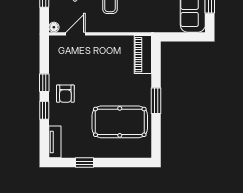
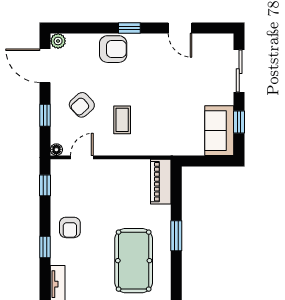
window: (44, 83) -> (45, 185), moved
pool table: (120, 122) -> (134, 261), turned 90

